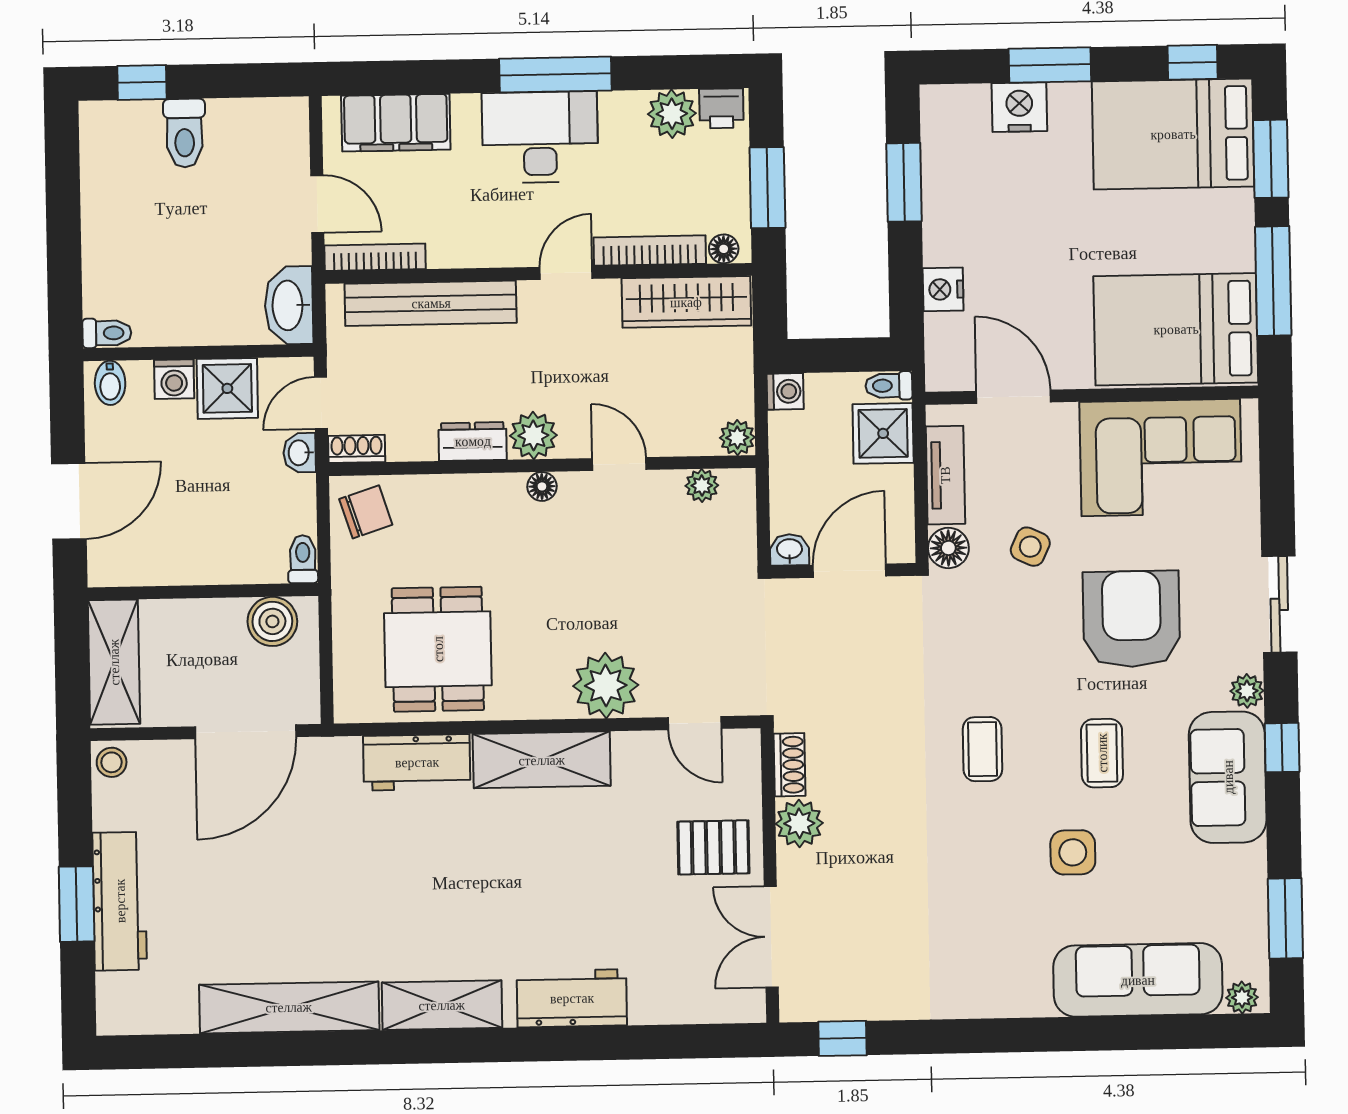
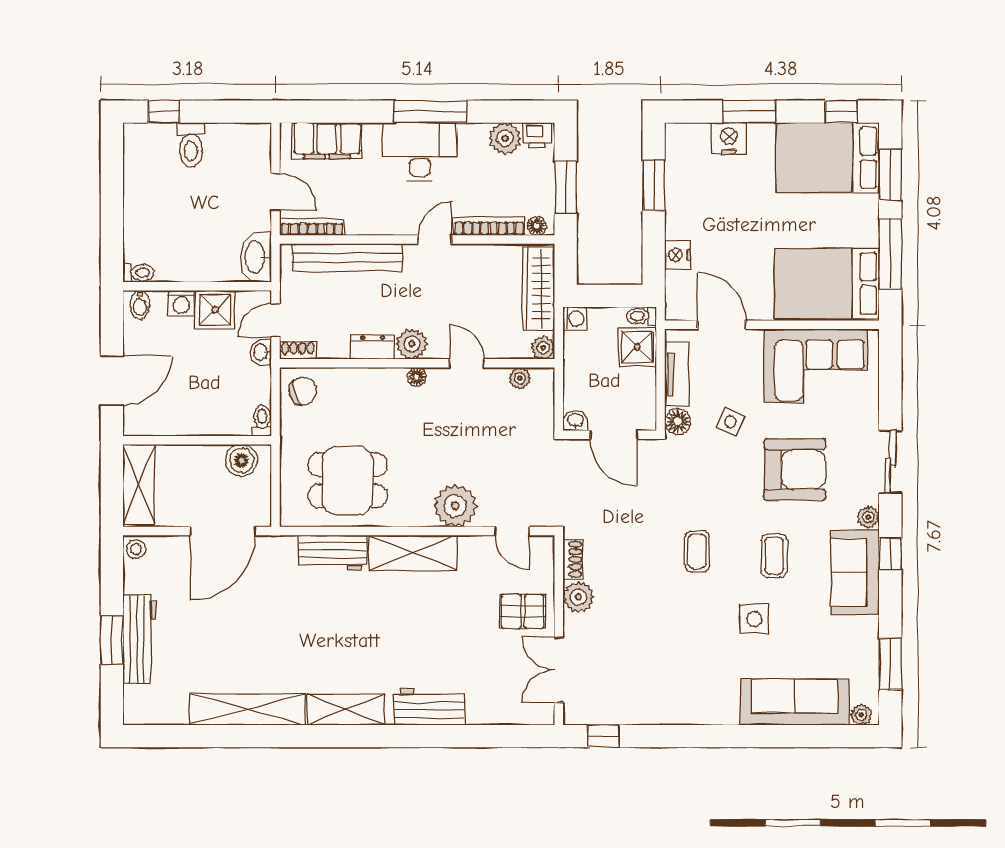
wardrobe: (686, 302) -> (539, 289), moved, turned 90
door: (849, 571) -> (614, 435), swing flipped
armchair: (1131, 619) -> (795, 470), turned 90
dining table: (438, 649) -> (348, 480), turned 90

